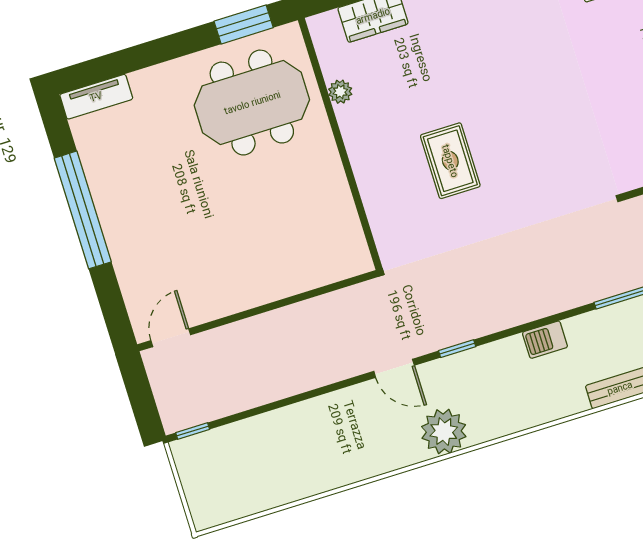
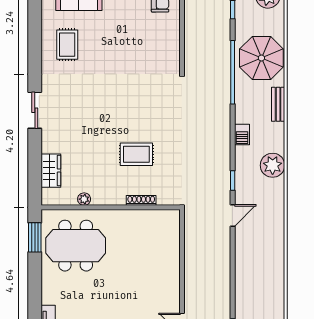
meeting table: (252, 103) -> (76, 246), turned 90
shoe rack: (370, 195) -> (141, 200), added
plant: (444, 432) -> (273, 165), moved

